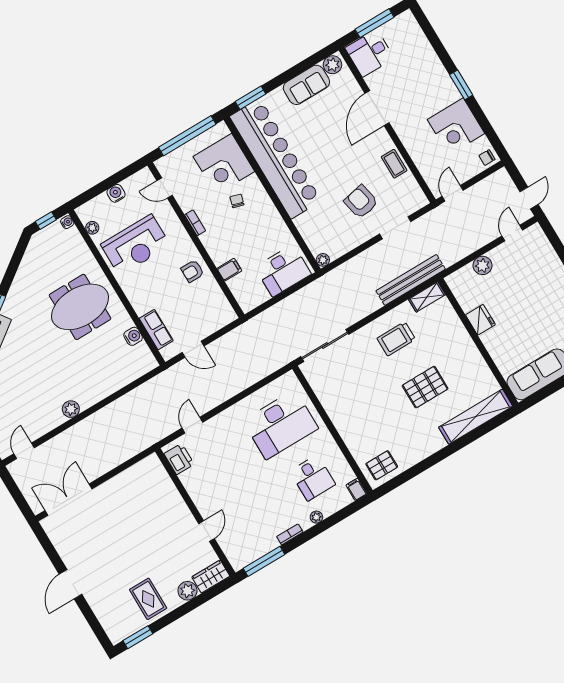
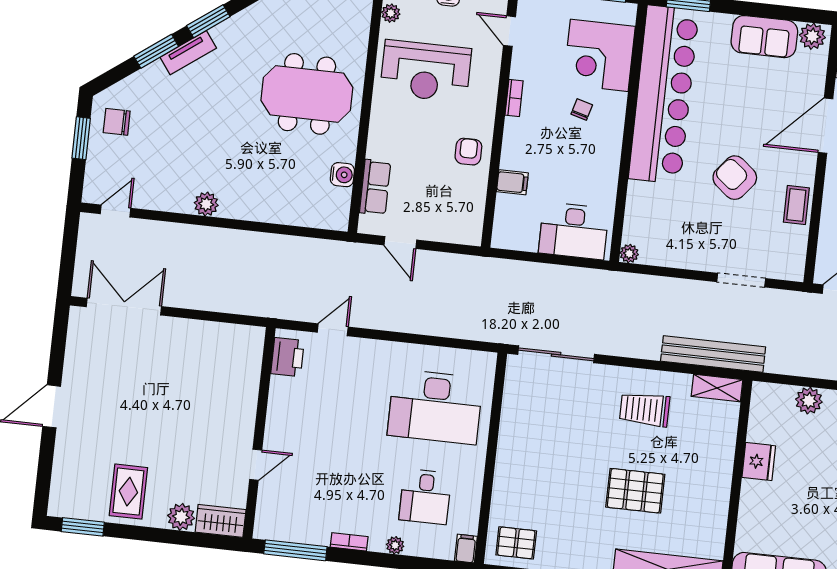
armchair: (361, 202) -> (735, 178), moved, turned -39
armchair: (192, 271) -> (468, 152), turned 90

